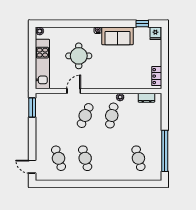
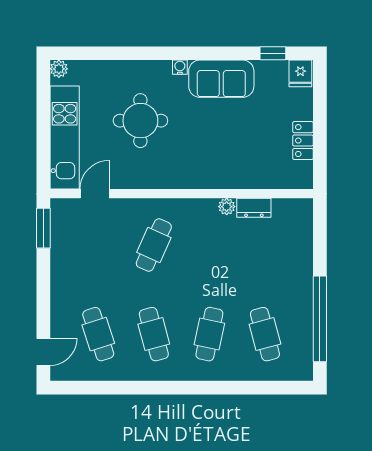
locker: (157, 76) -> (303, 141), moved
door: (74, 91) -> (95, 194), moved
dresser: (146, 98) -> (254, 208), moved
cafe table: (112, 116) -> (209, 334), moved
door: (32, 167) -> (43, 352), swing flipped

